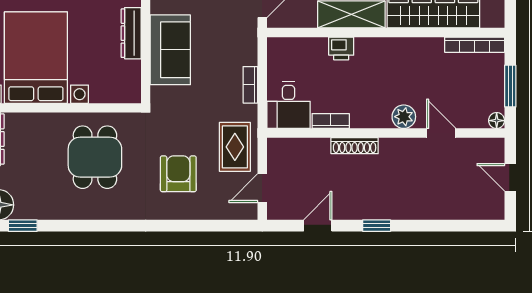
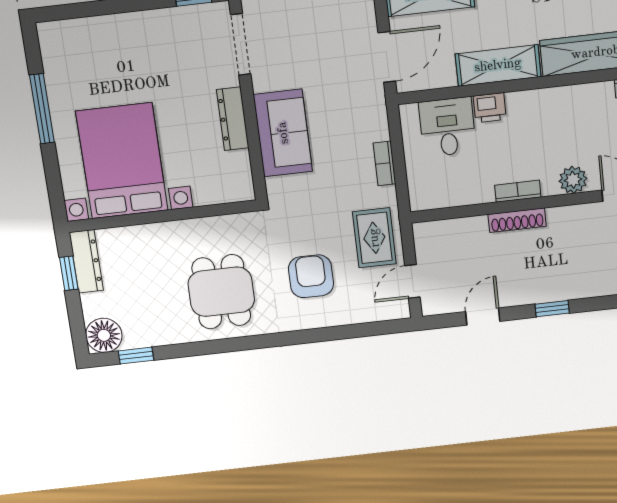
desk: (288, 105) -> (447, 127), moved, turned 180
bookcase: (331, 121) -> (518, 191), moved
dining table: (95, 157) -> (221, 292), moved

